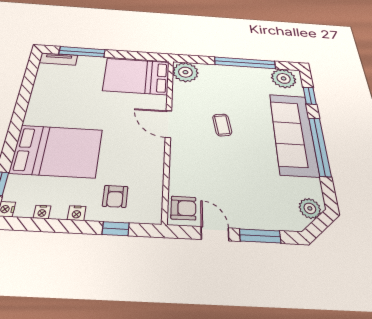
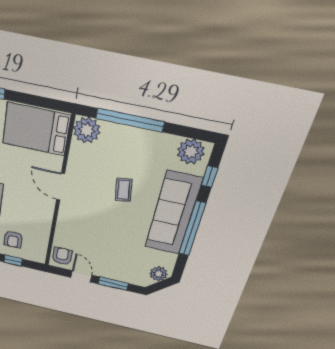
window: (245, 63) -> (130, 120), moved
coffee table: (222, 125) -> (124, 190), moved
armchair: (183, 208) -> (62, 256), turned -90

